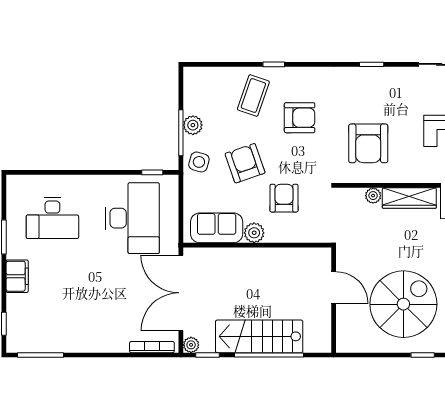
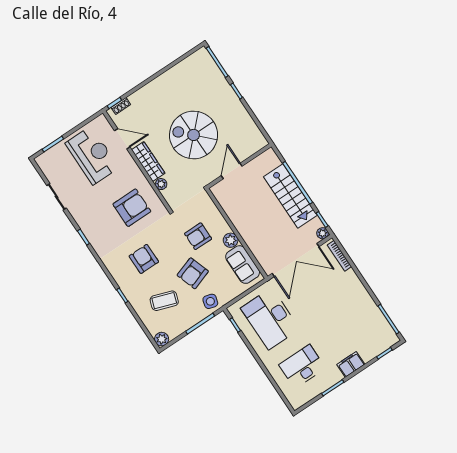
coffee table: (253, 95) -> (164, 301), moved
plant: (193, 125) -> (162, 339), moved
desk: (52, 218) -> (302, 366), turned -90
desk: (132, 218) -> (270, 319), turned -90
spiral stairs: (403, 304) -> (194, 135), moved

